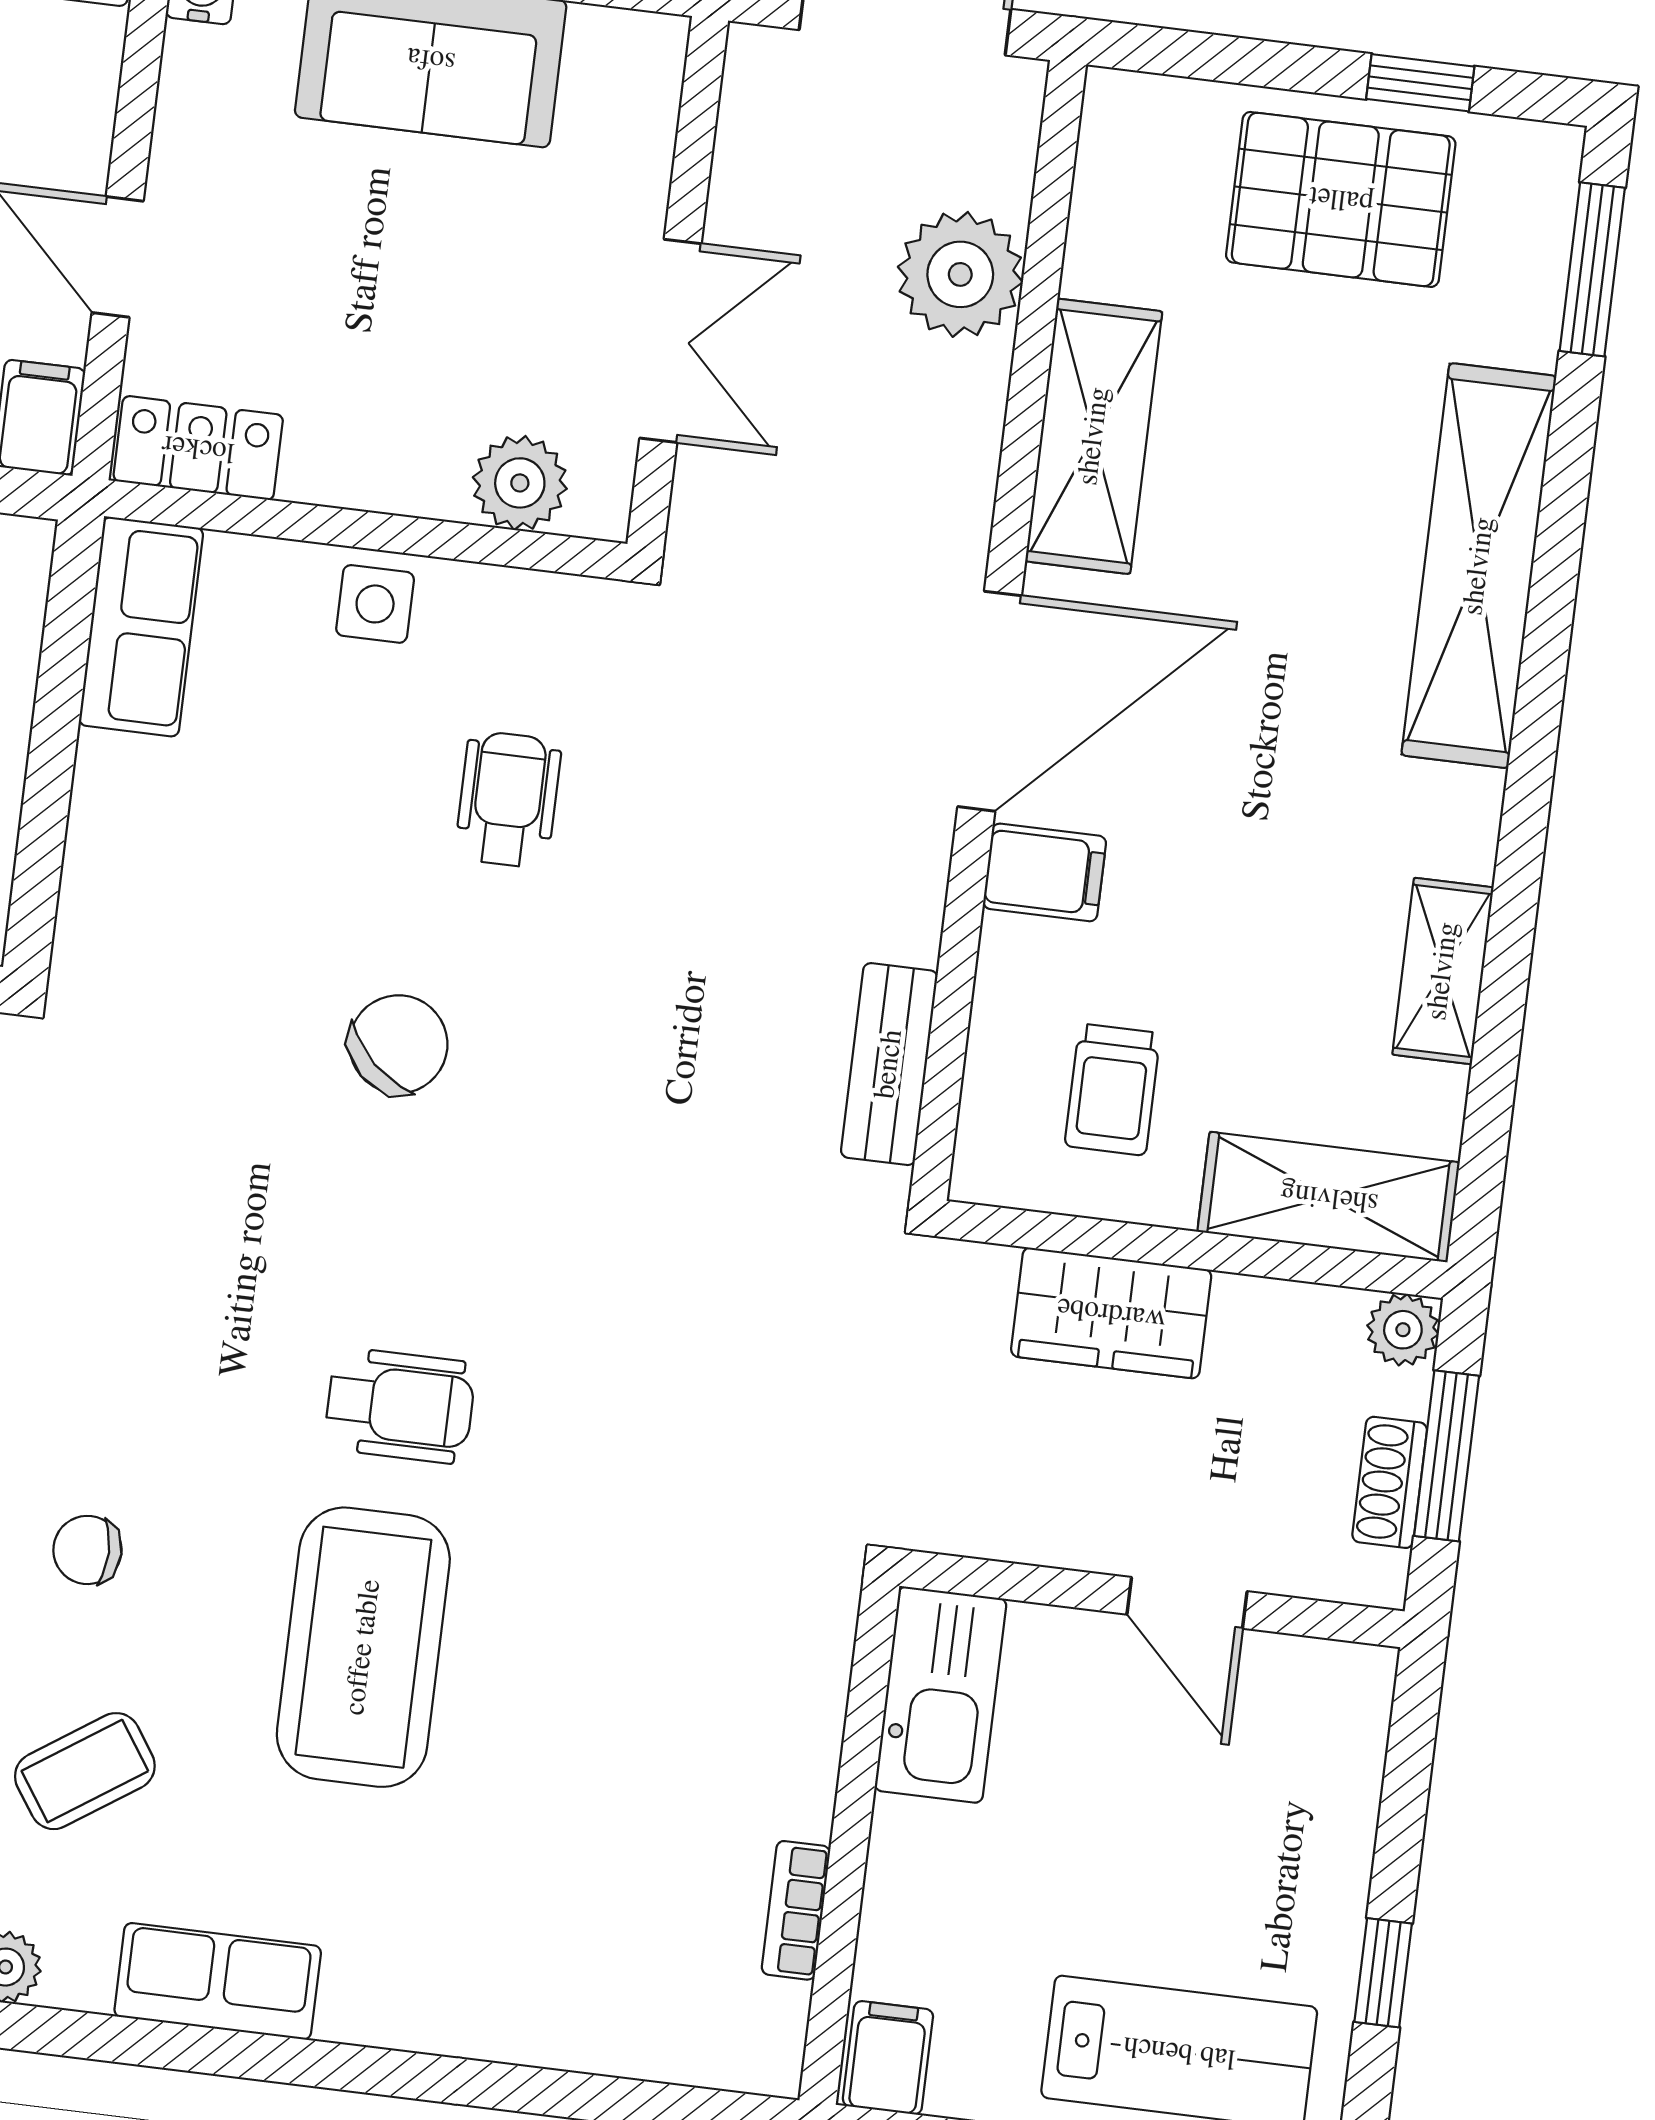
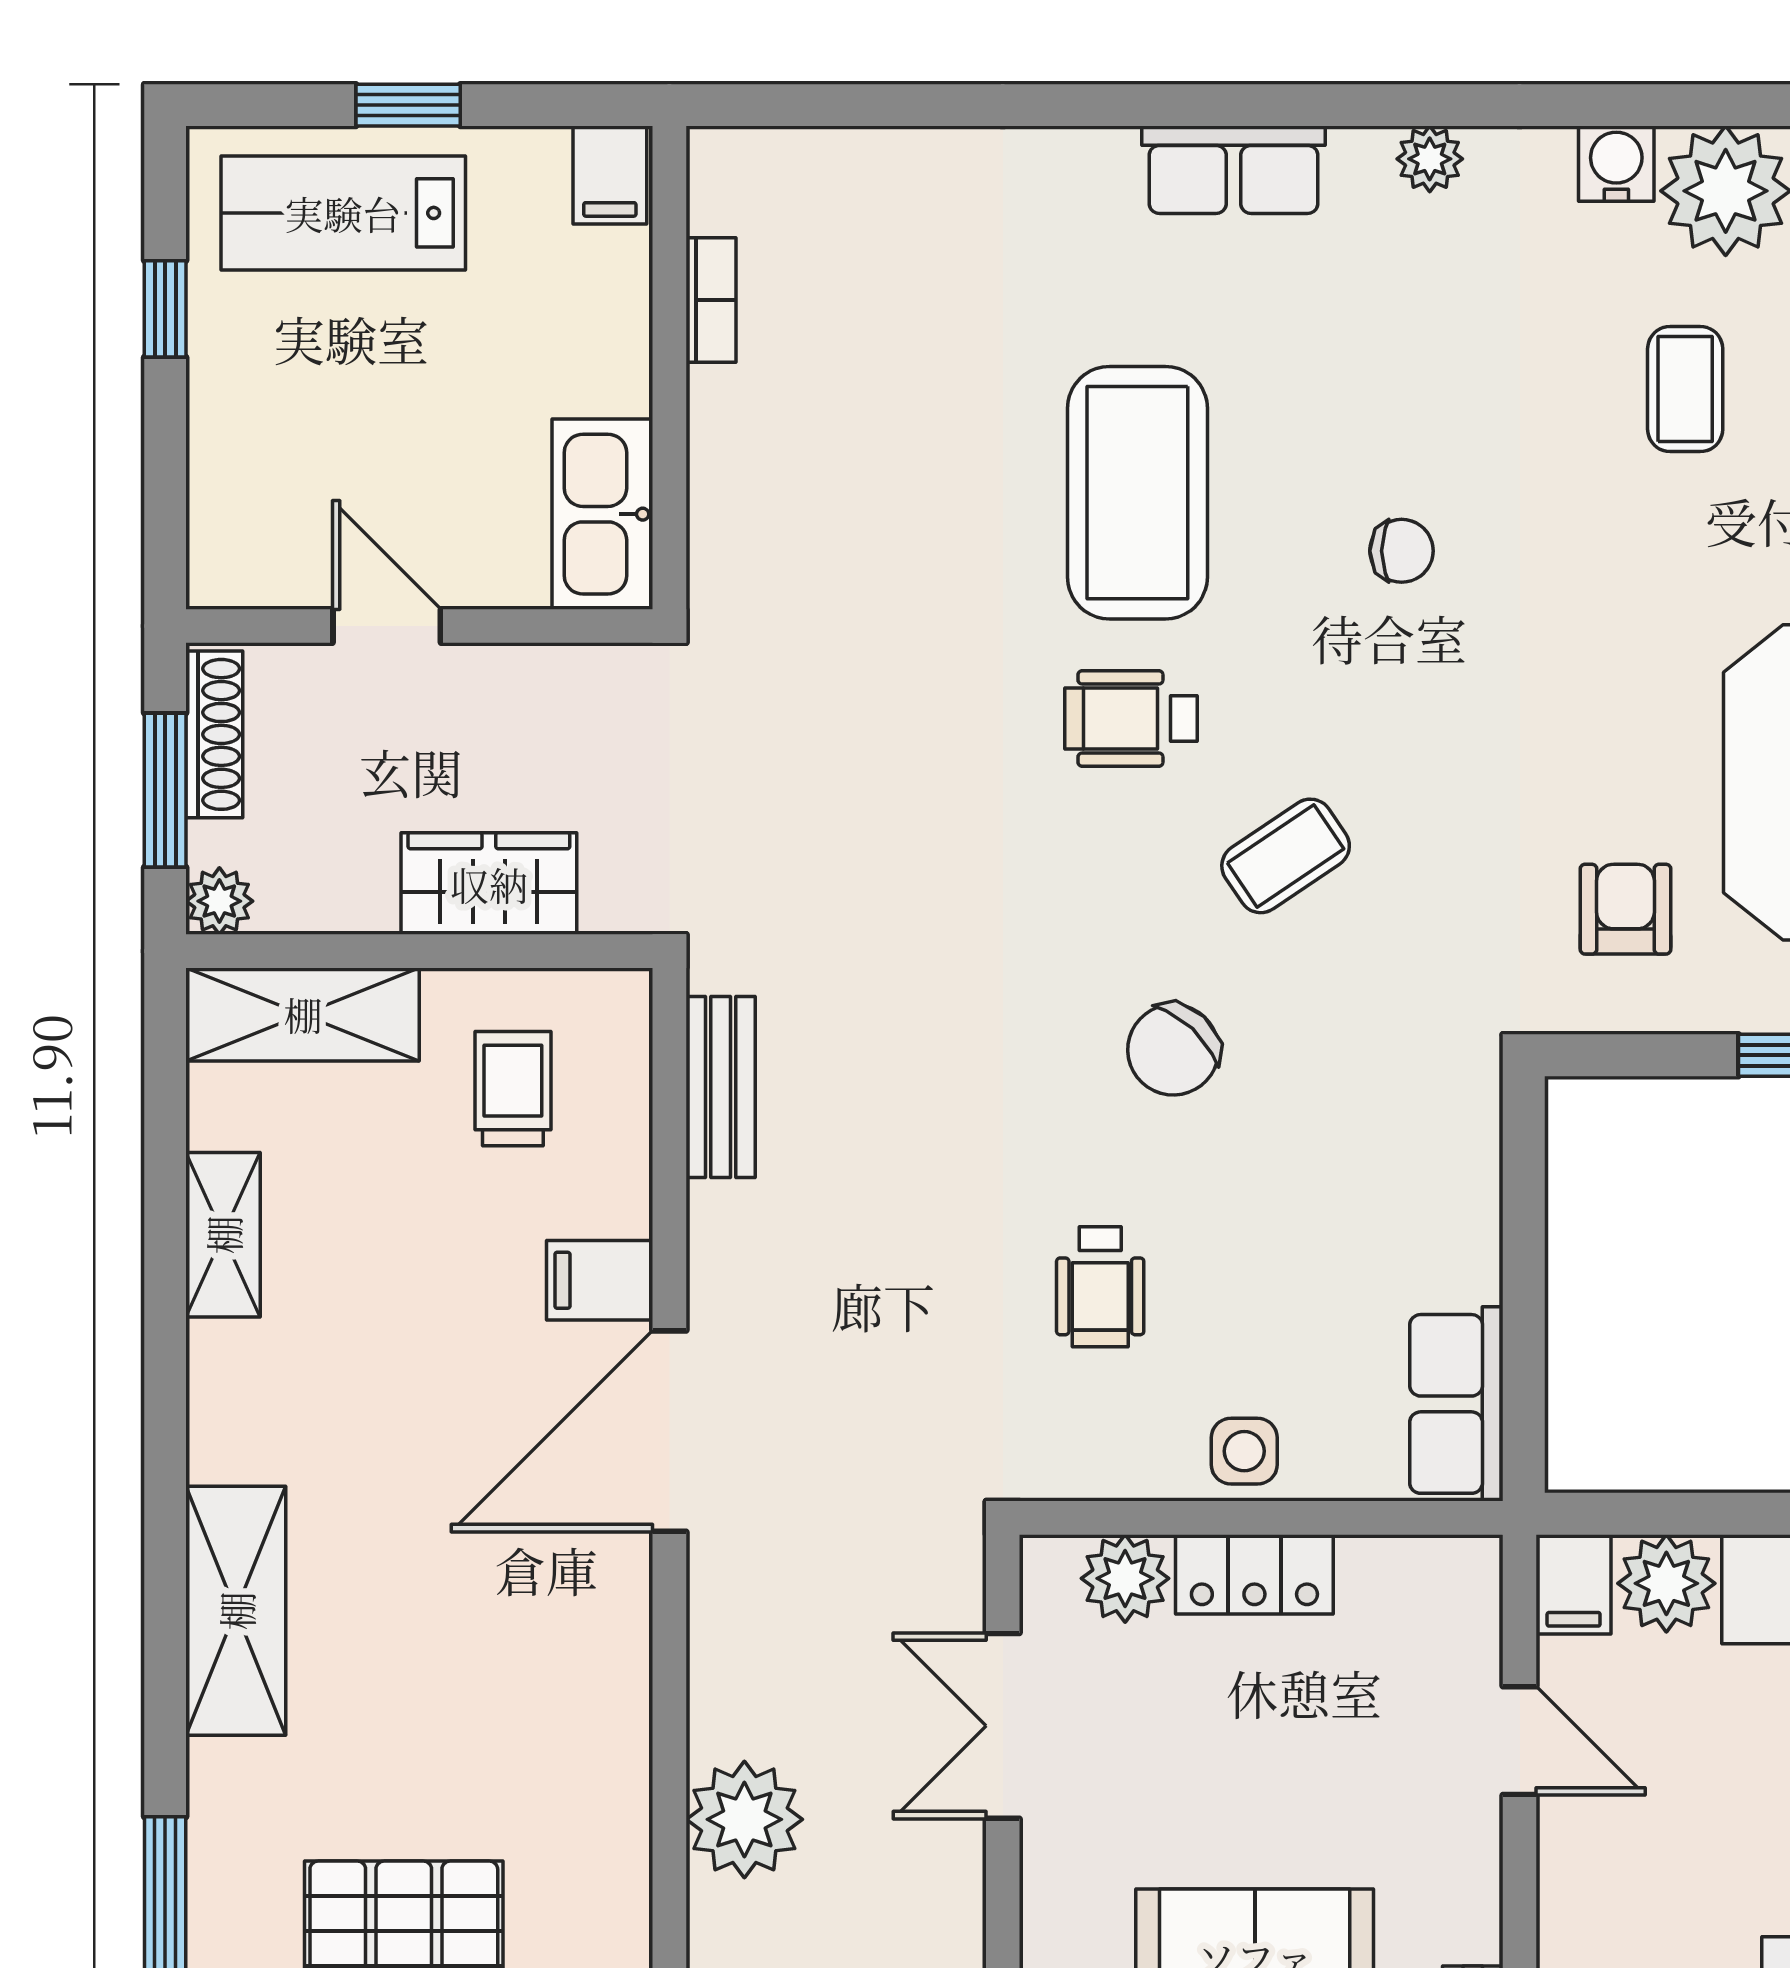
shelving: (1094, 436) -> (604, 1686), removed
locker: (198, 448) -> (1254, 1574), moved
shelving: (1479, 566) -> (236, 1611), width x0.68
shoe rack: (1390, 1482) -> (214, 734), width x1.43
coffee table: (85, 1771) -> (1286, 856), moved

